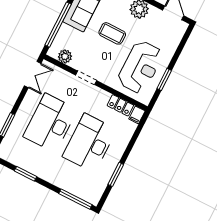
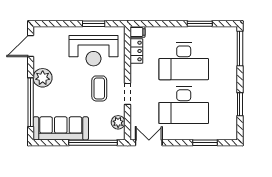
coffee table: (112, 33) -> (99, 88), moved
reception desk: (140, 67) -> (94, 51), turned 180

